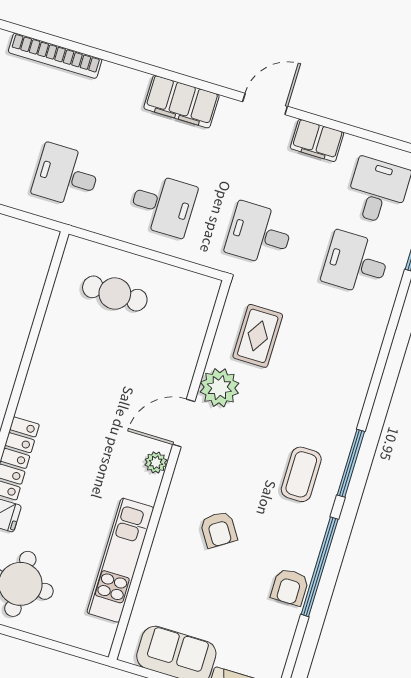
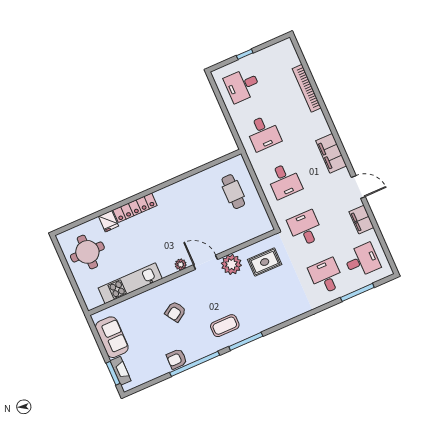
desk: (66, 176) -> (263, 133), turned 180

